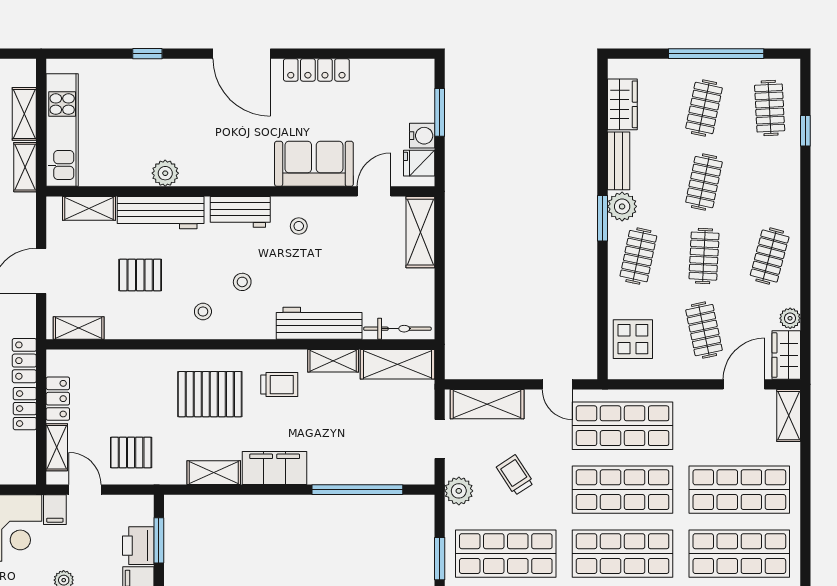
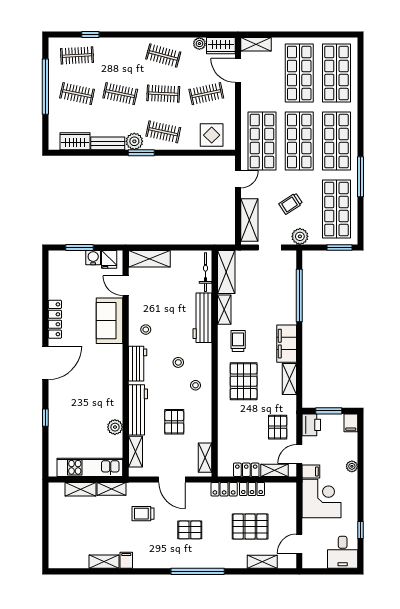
plant: (165, 173) -> (115, 427), moved
printer: (138, 546) -> (311, 425), moved, turned -90

